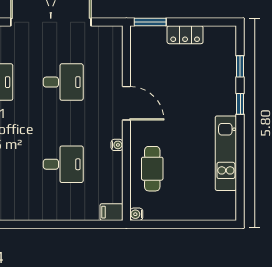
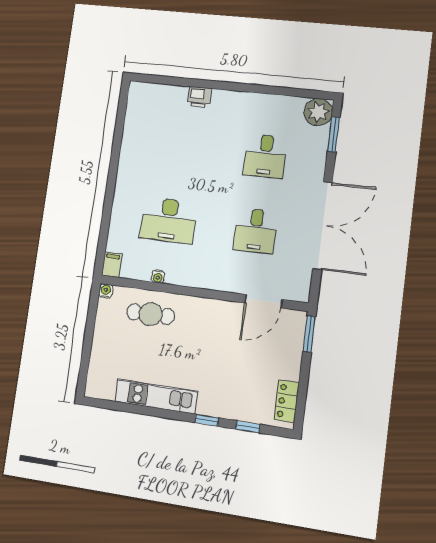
locker: (185, 35) -> (287, 401), moved
door: (126, 103) -> (263, 301), moved
water cooler: (117, 145) -> (158, 277), moved
desk: (63, 164) -> (168, 220), width x1.37

